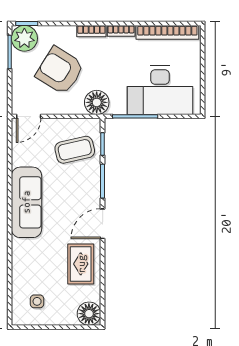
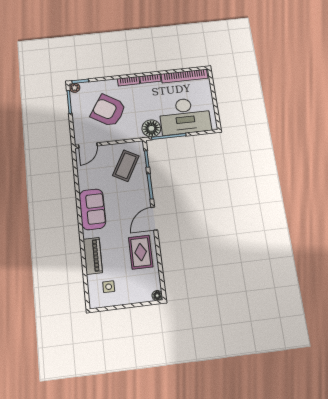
plant: (24, 38) -> (75, 88), width x0.53, depth x0.53
floor lamp: (97, 102) -> (151, 128), moved
coffee table: (75, 150) -> (126, 166), turned -48
sofa: (26, 202) -> (92, 209), width x0.73
piano: (21, 261) -> (93, 256), added
floor lamp: (89, 314) -> (157, 296), width x0.53, depth x0.53

